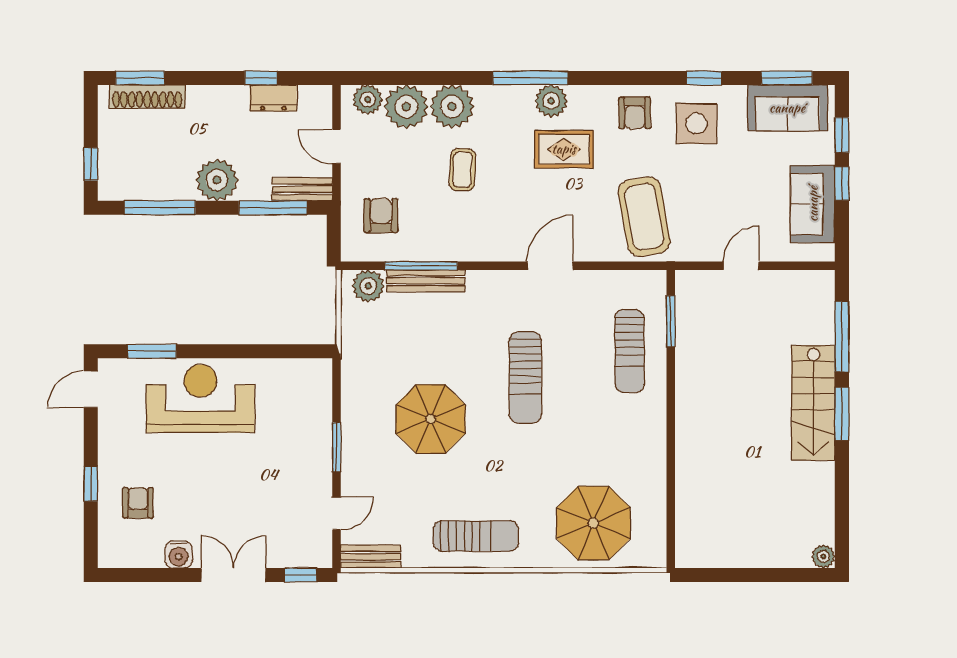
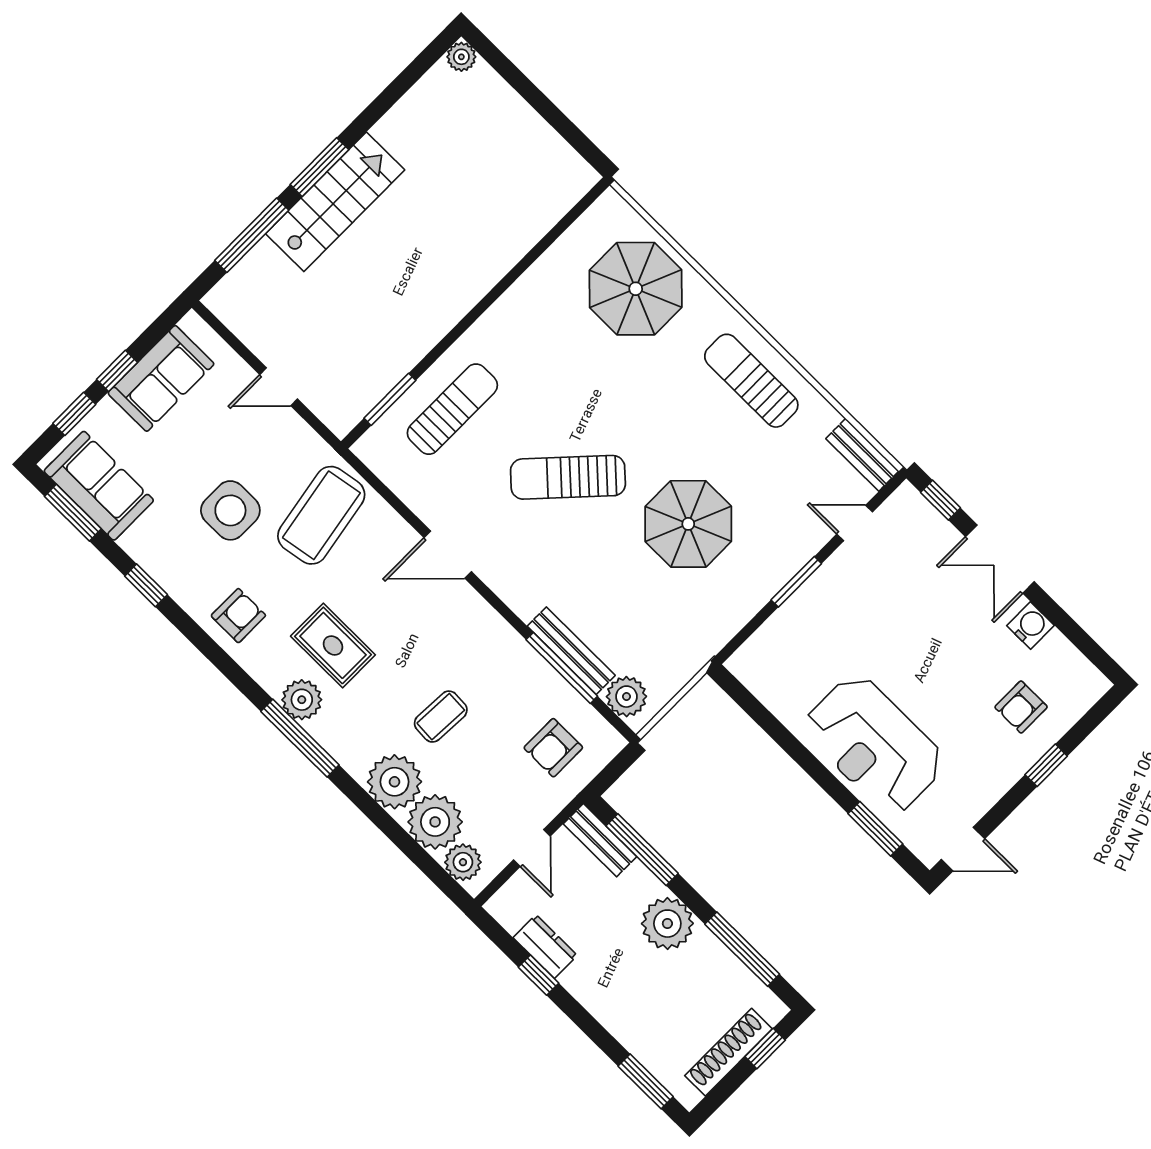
shoe rack: (147, 97) -> (728, 1052), moved, turned -90
side table: (697, 124) -> (230, 510), moved
sun lounger: (525, 378) -> (568, 477), turned -137

